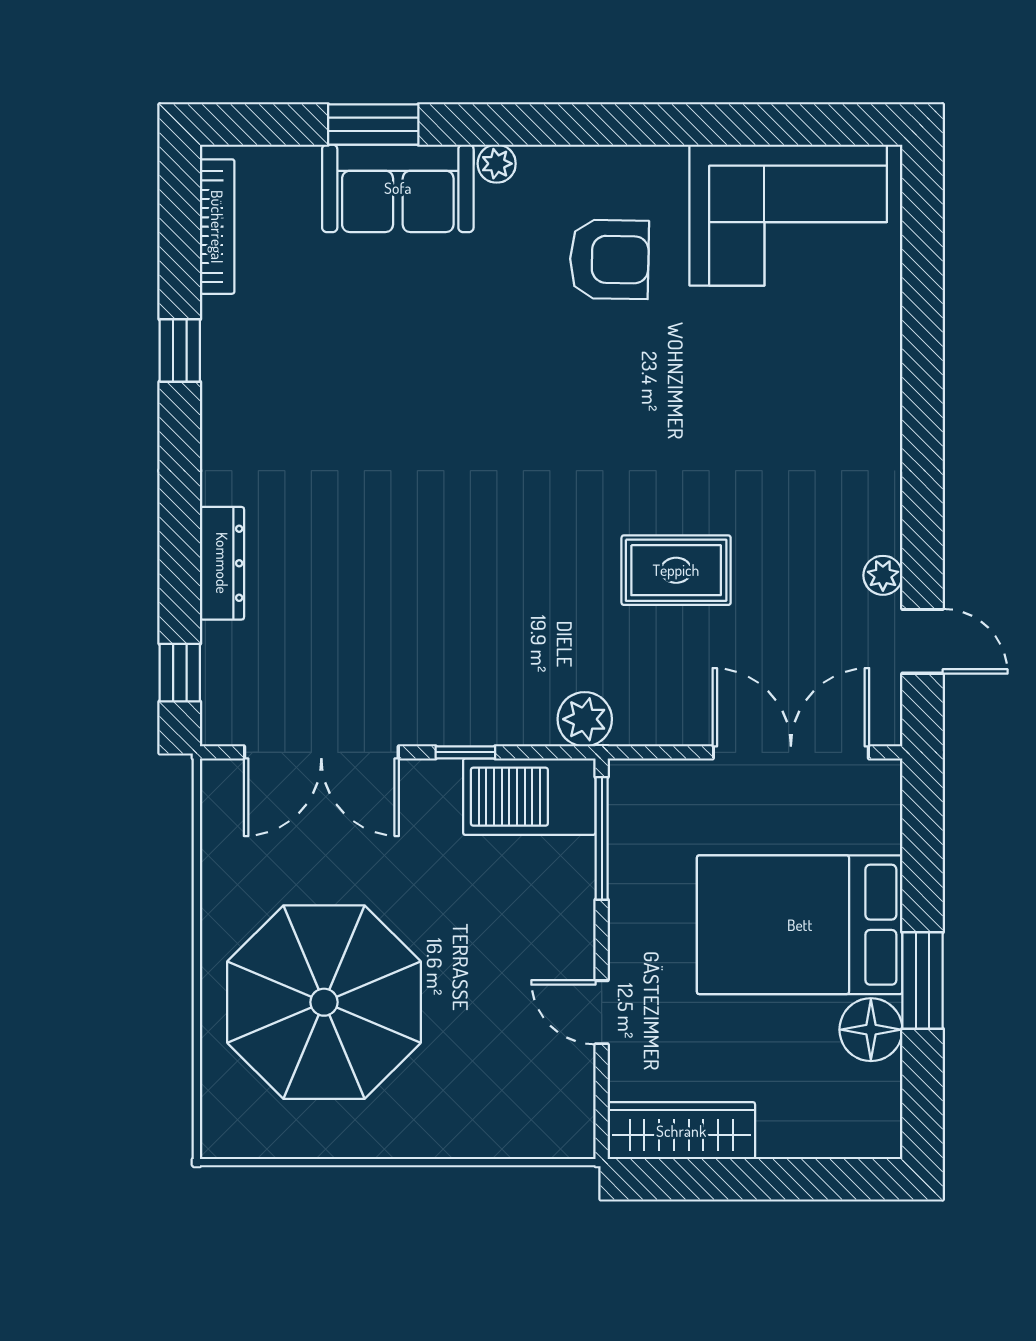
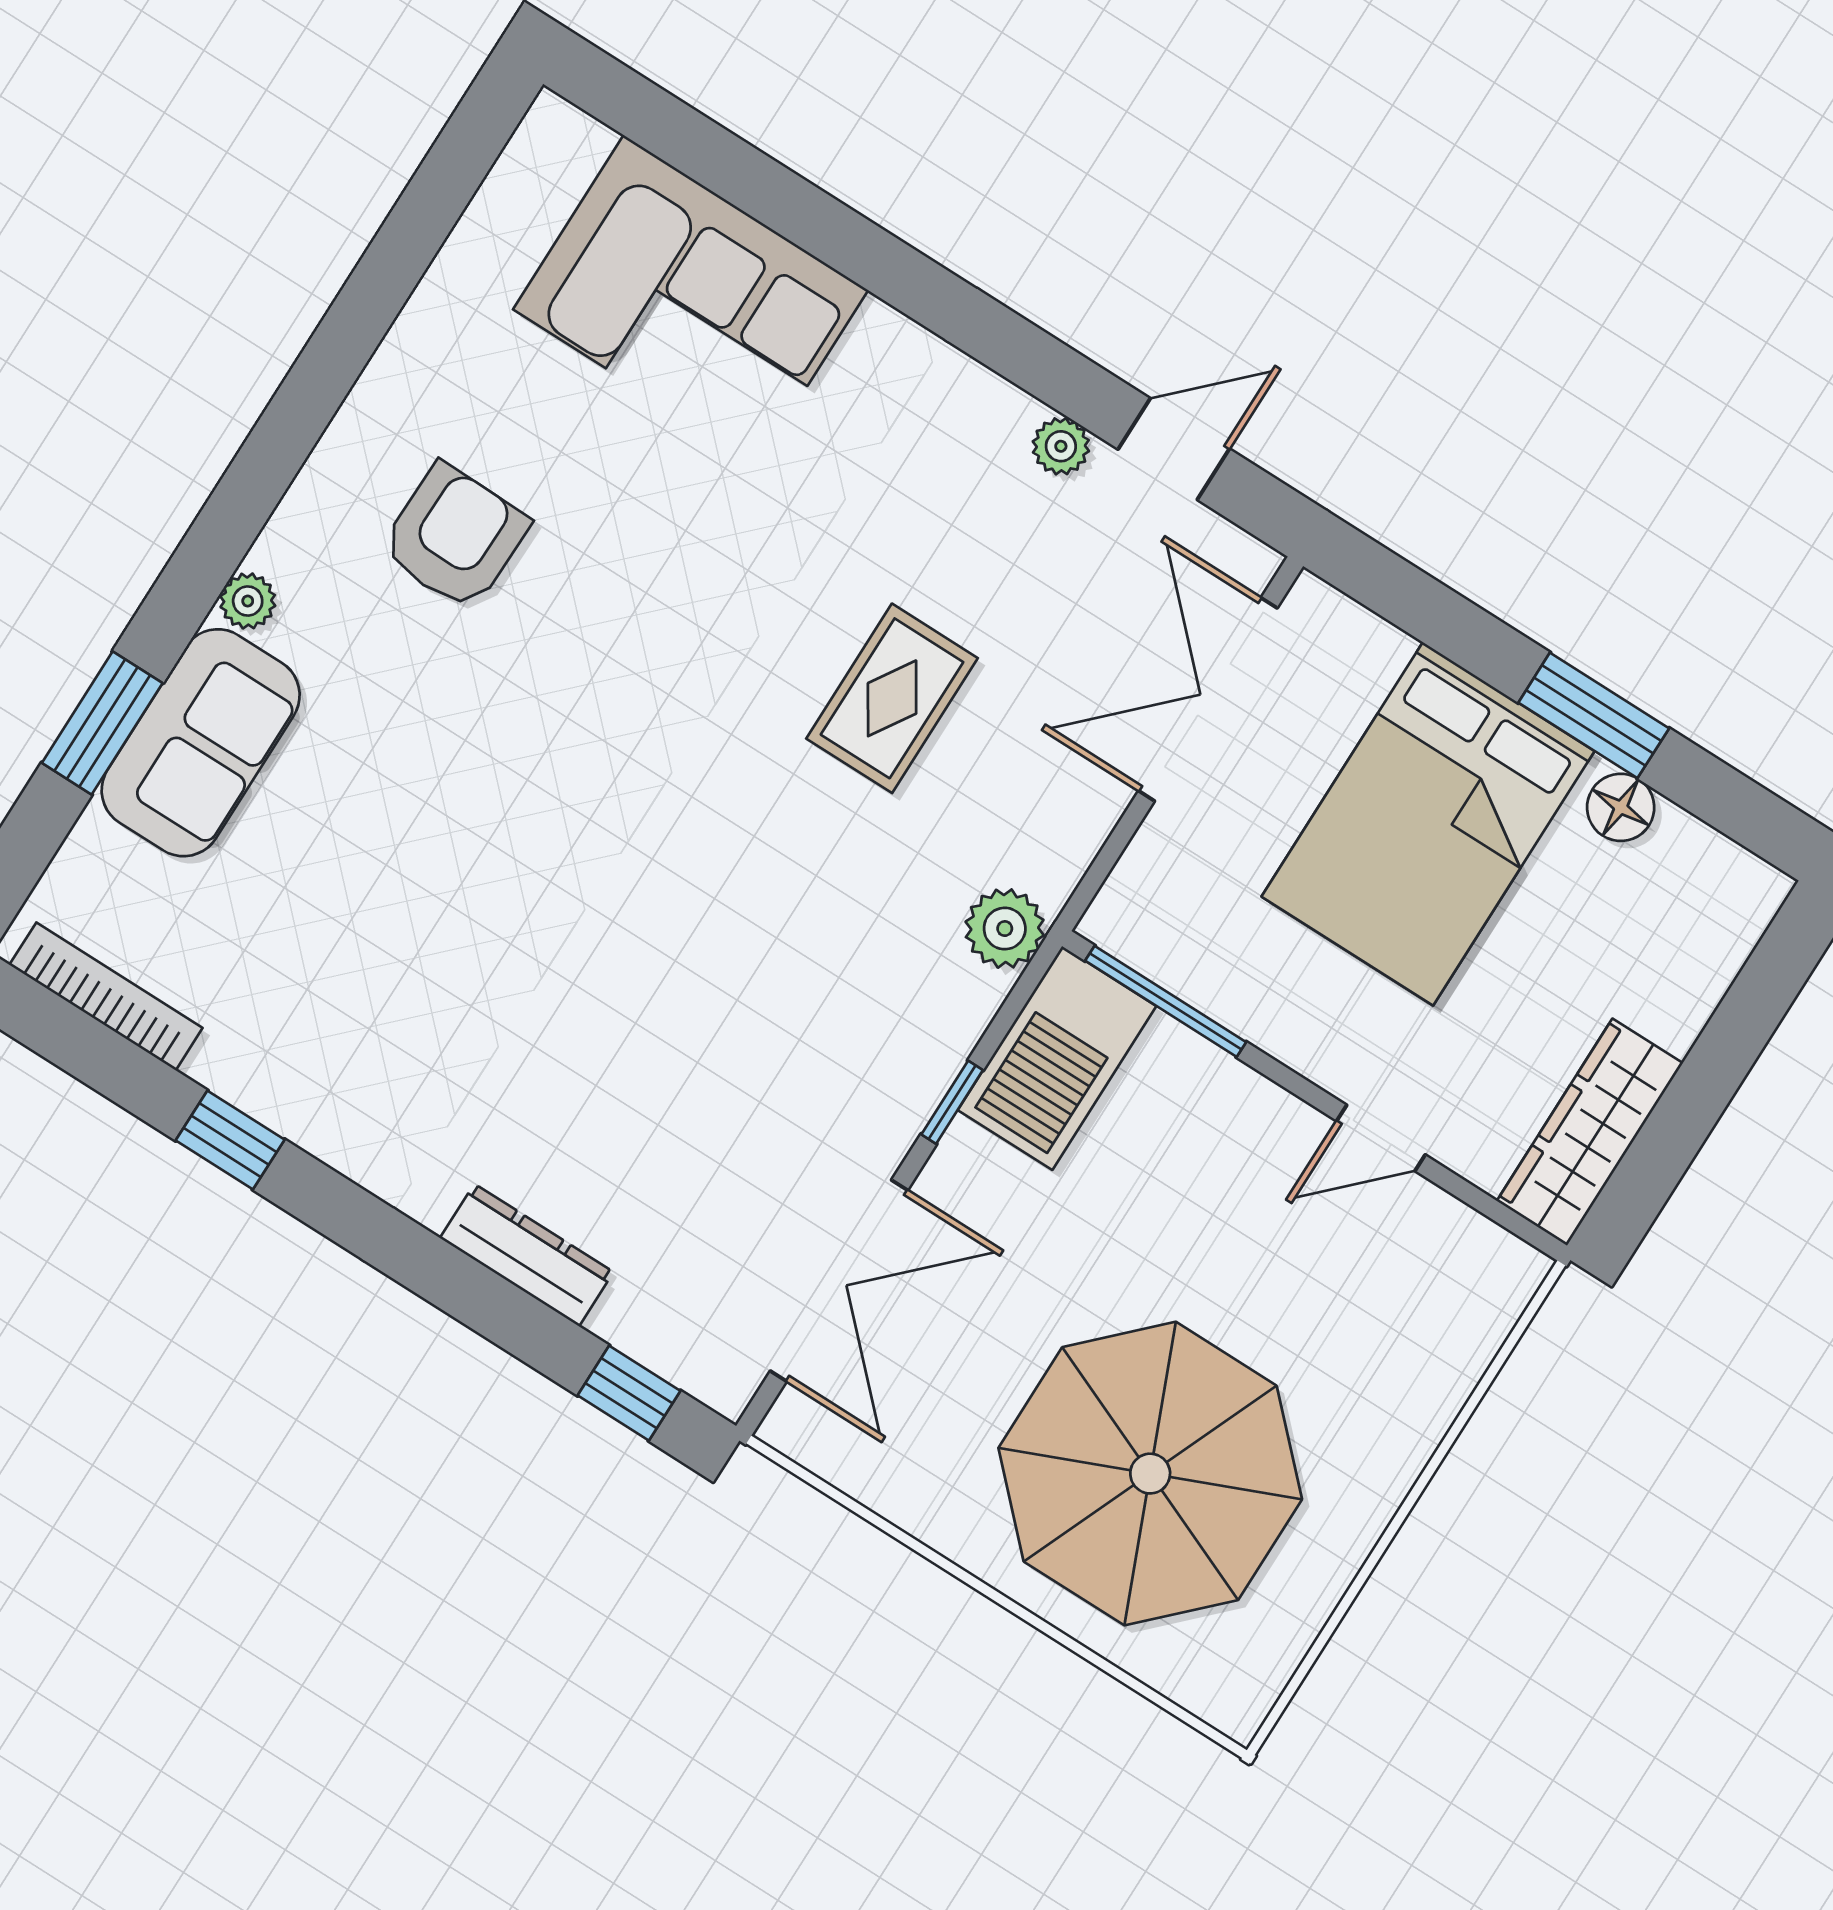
corner sofa: (788, 215) -> (691, 300), moved, turned 90
floor lamp: (871, 1030) -> (1621, 807), width x0.73, depth x0.73

